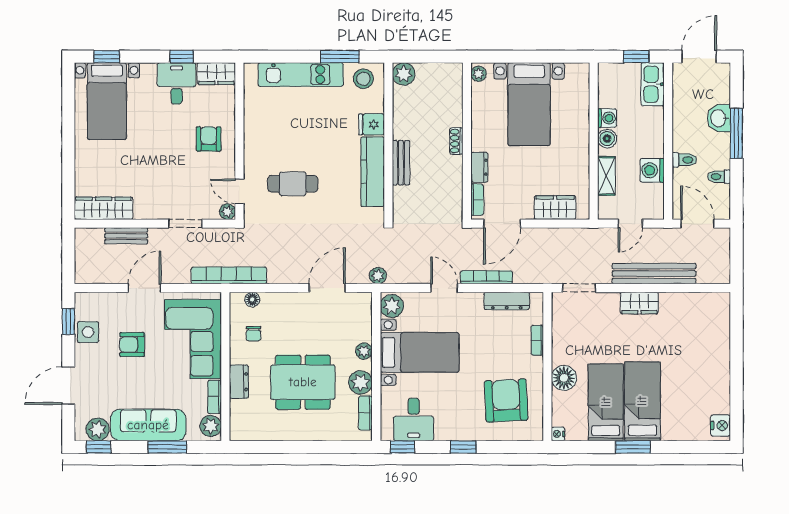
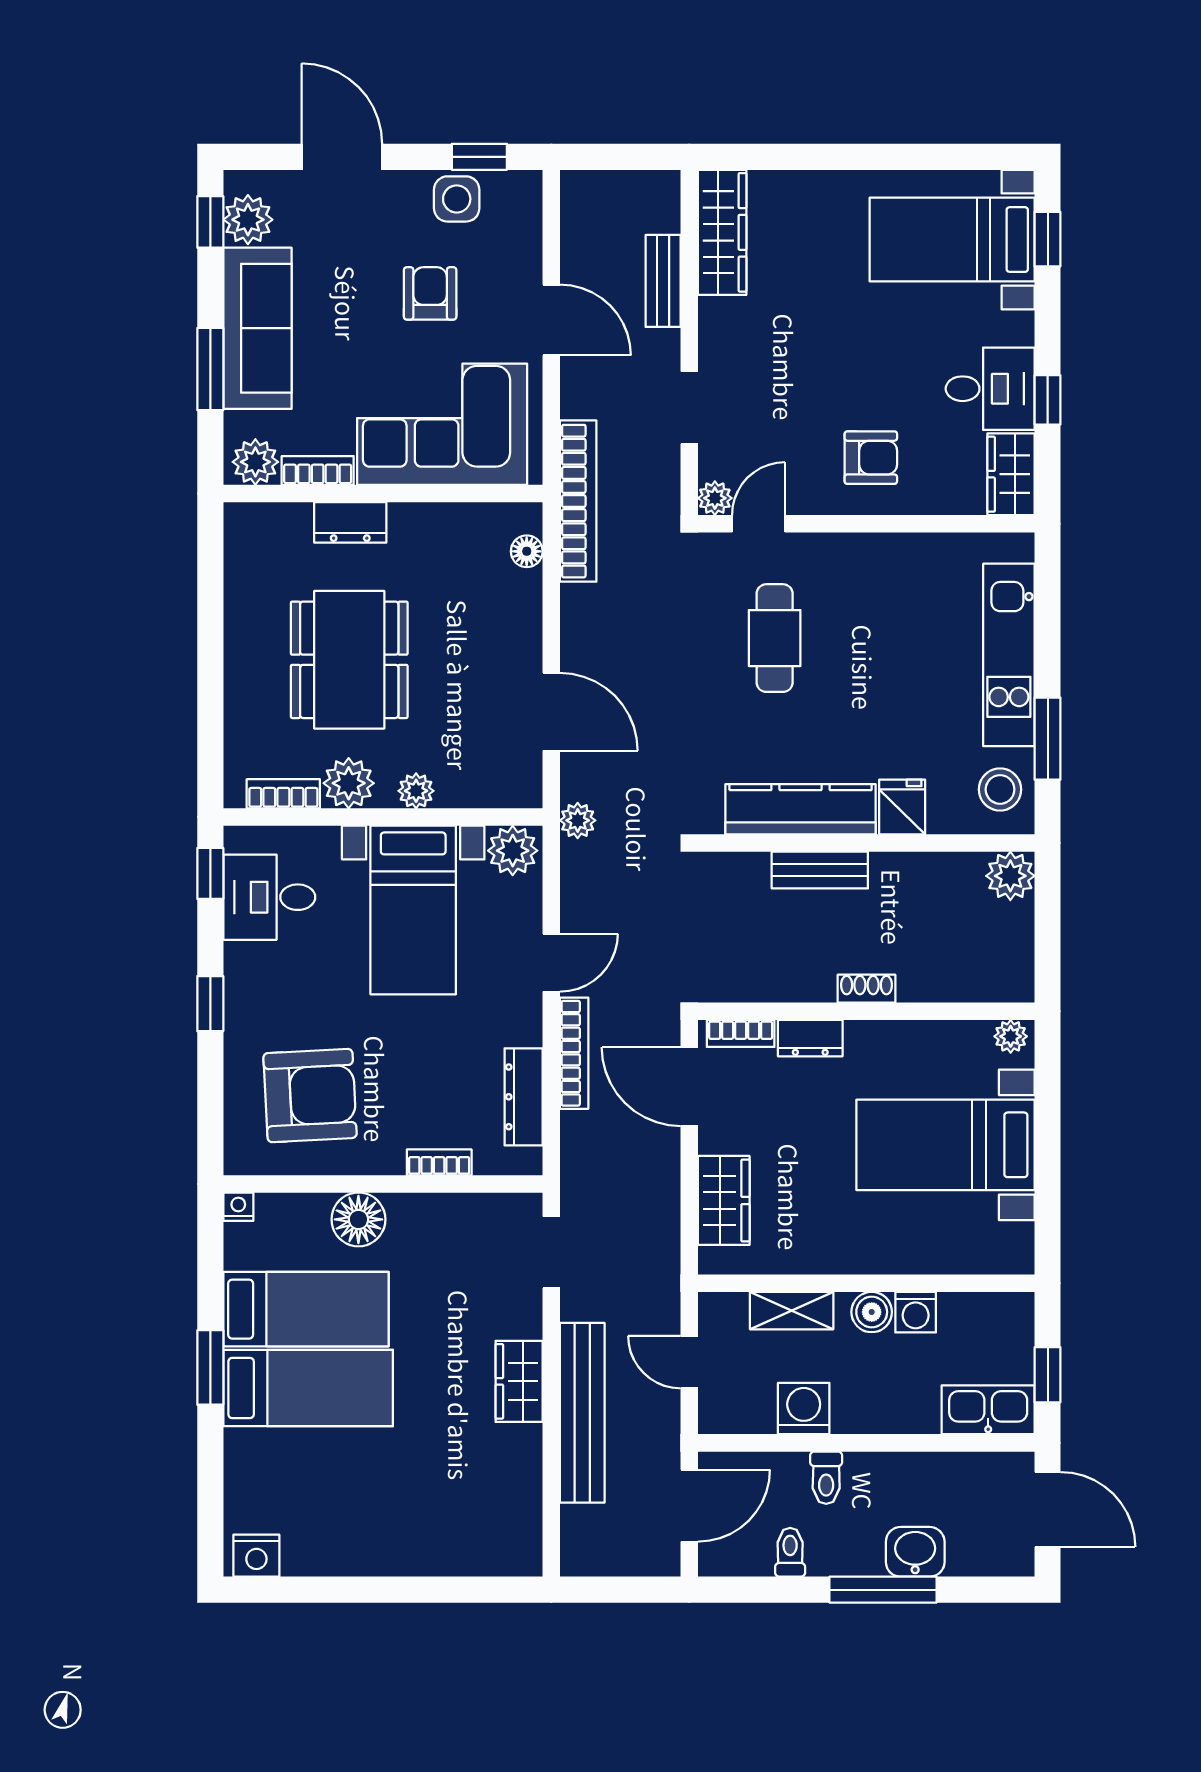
chair: (254, 334) -> (453, 554), removed

